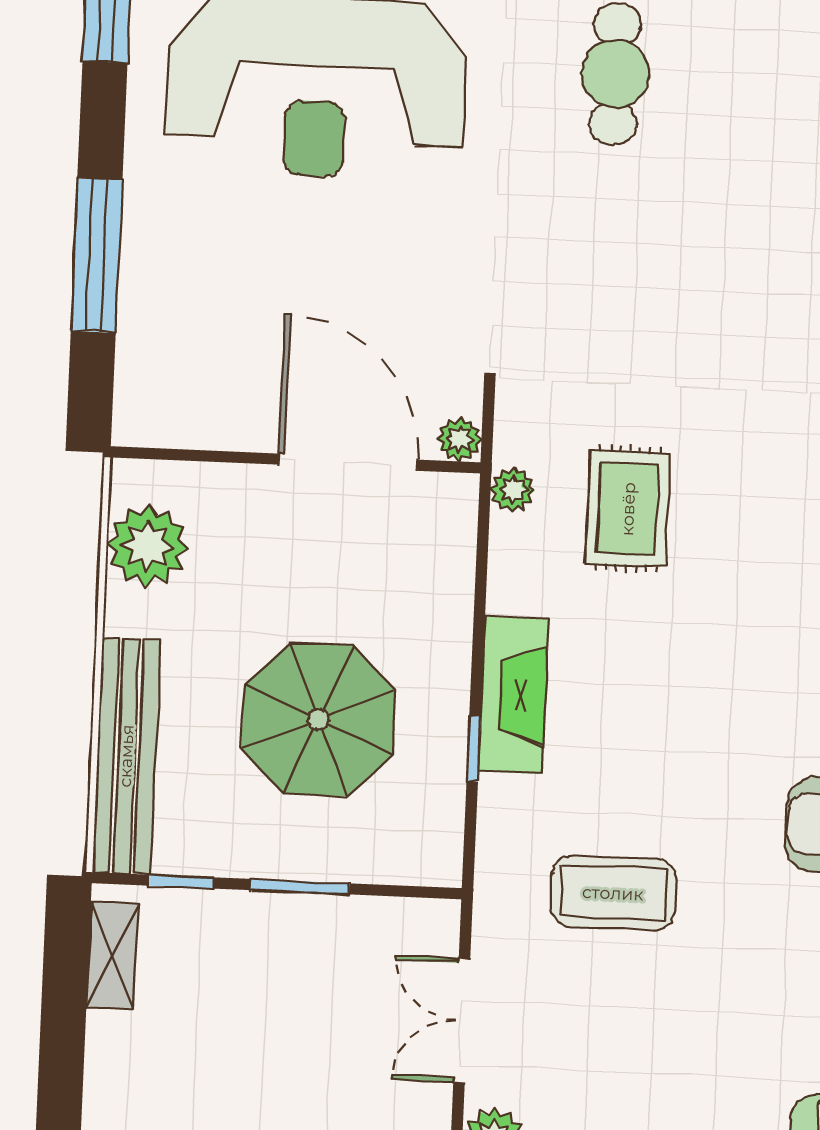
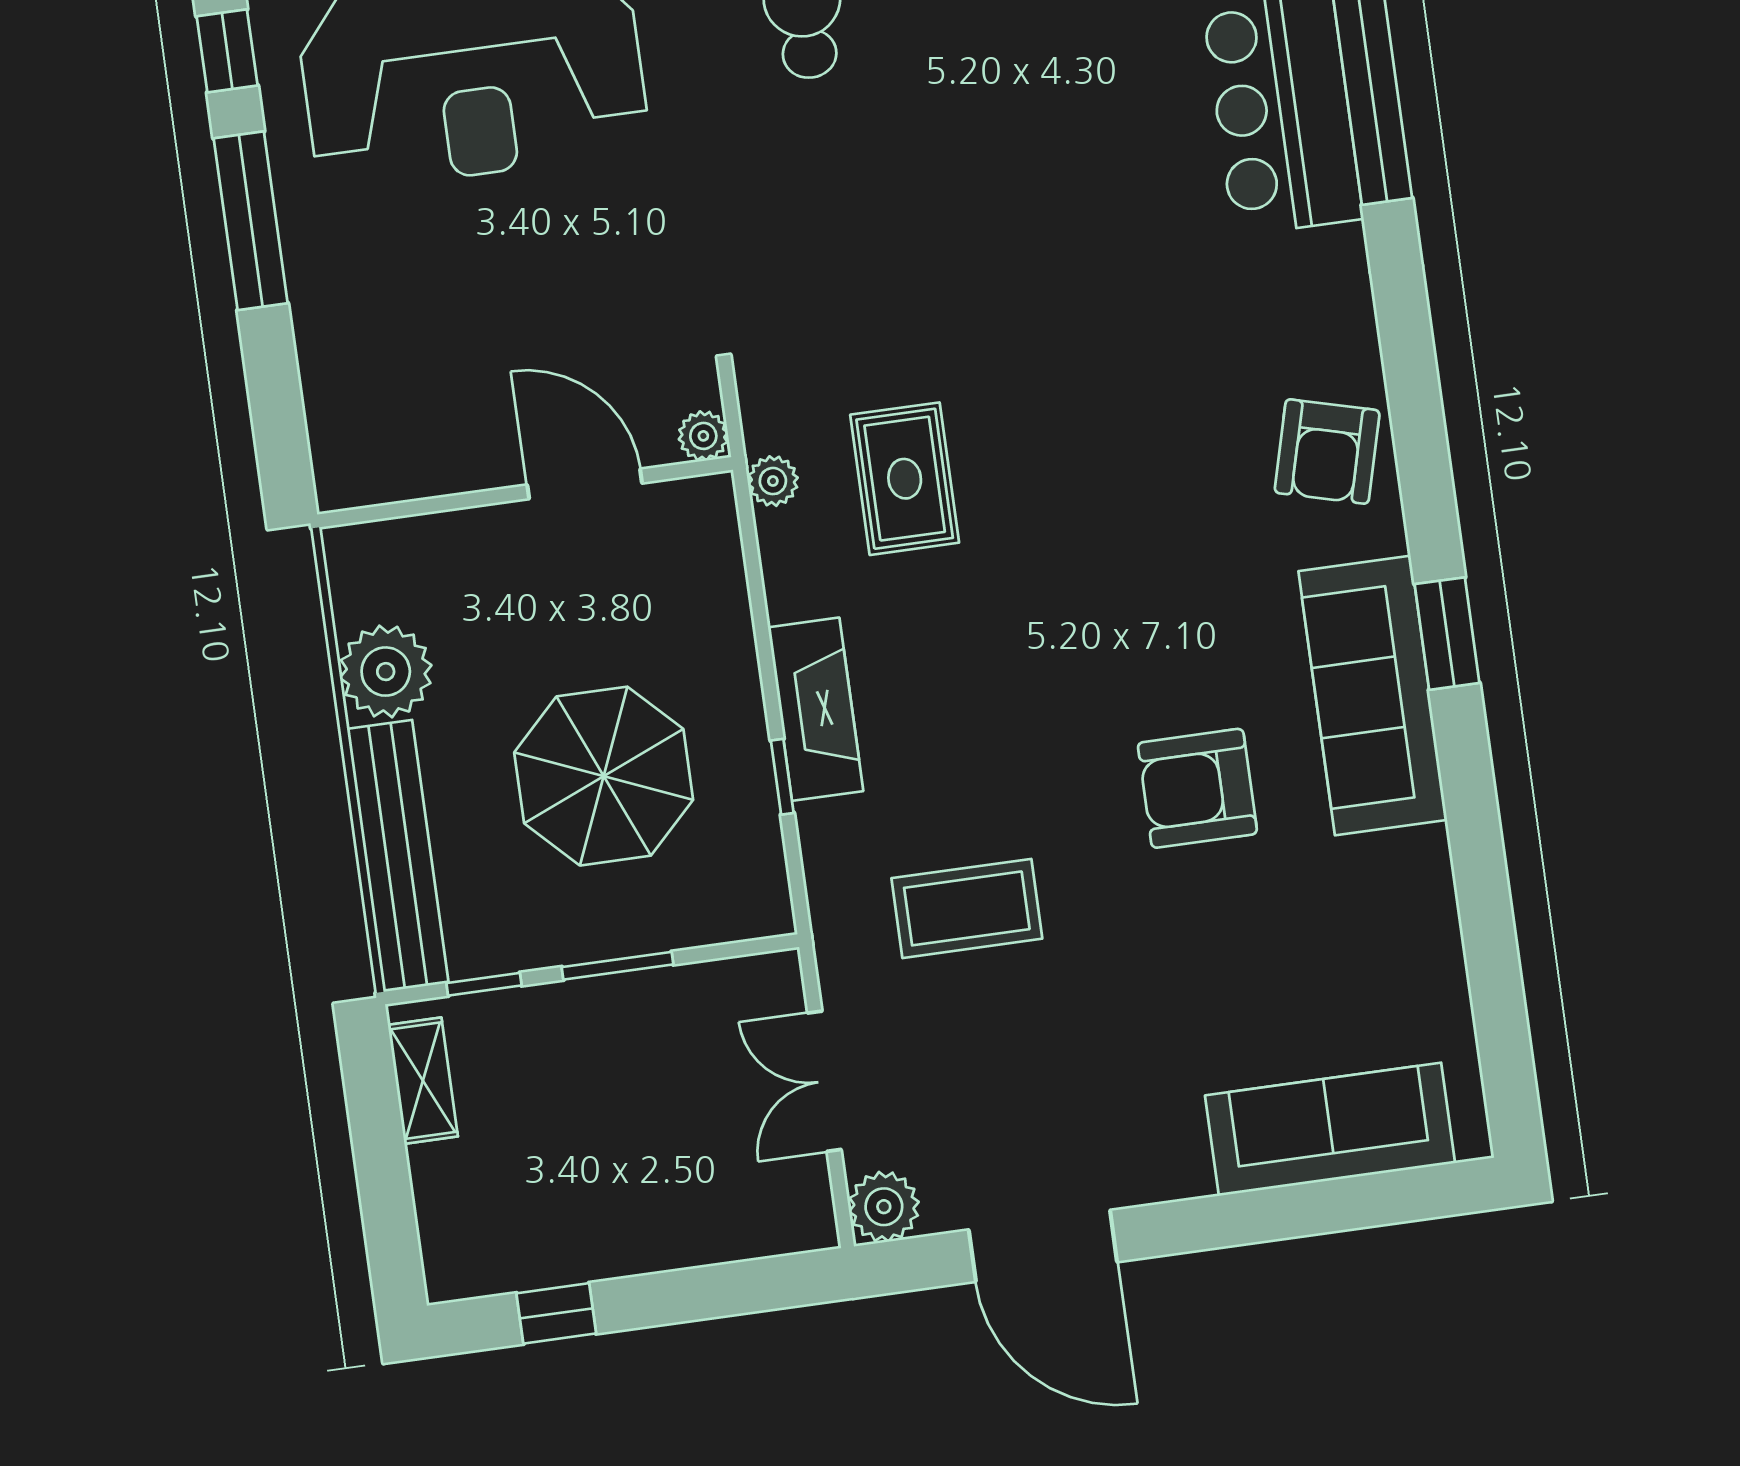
window: (97, 255) -> (251, 221), moved
door: (348, 462) -> (585, 484), width x0.73
plant: (147, 546) -> (386, 672), moved

